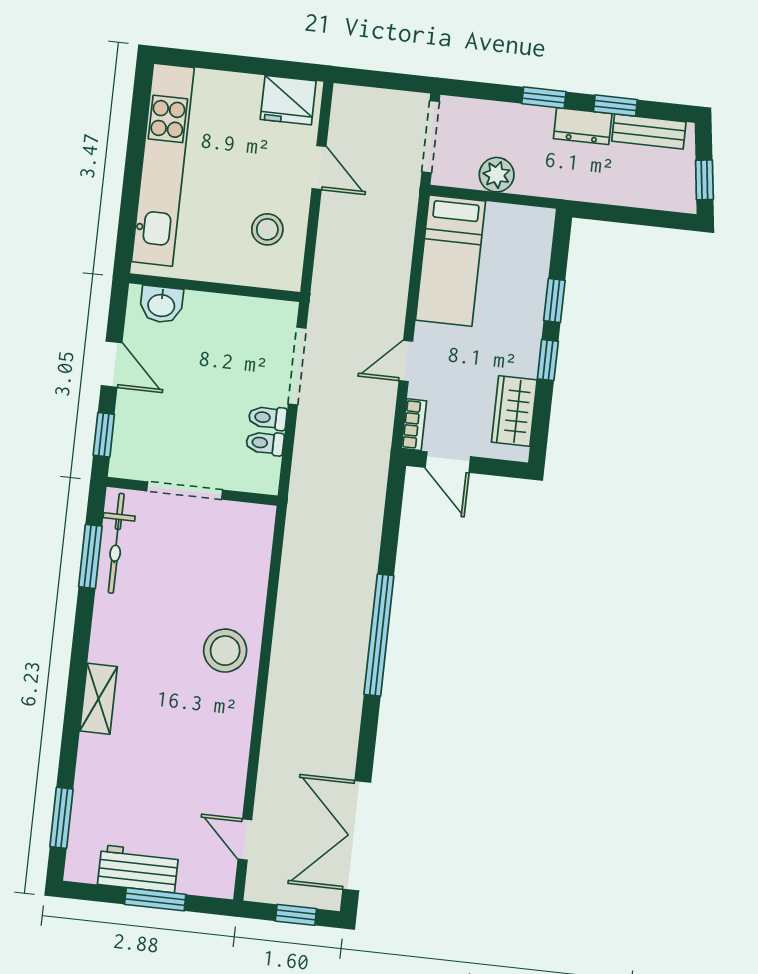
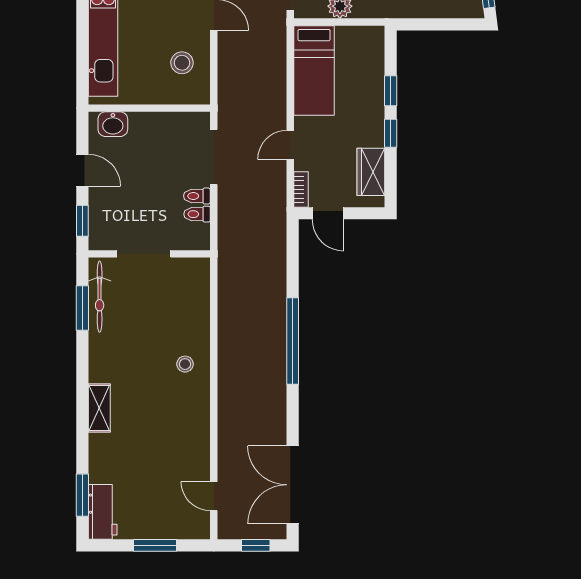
stool: (225, 651) -> (185, 364), width x0.53, depth x0.53
workbench: (138, 869) -> (103, 512), moved, turned 90

